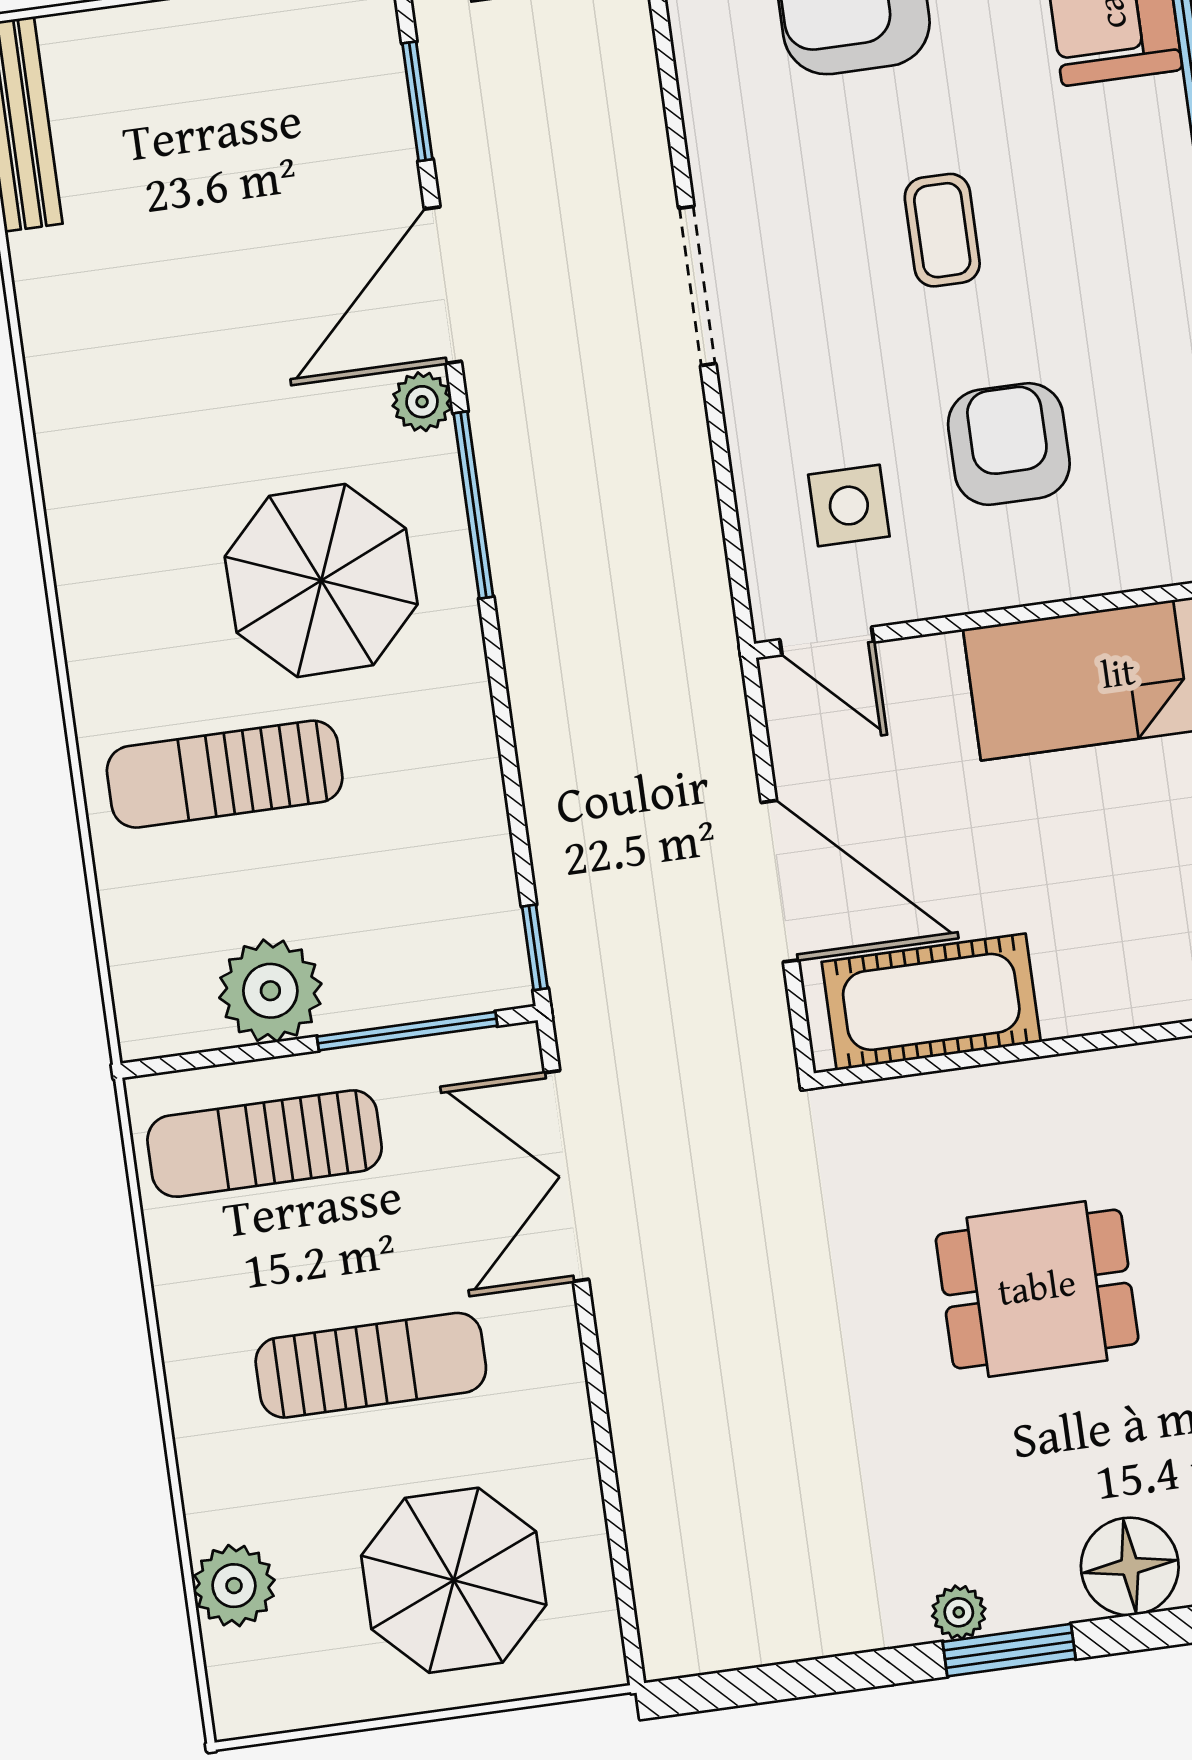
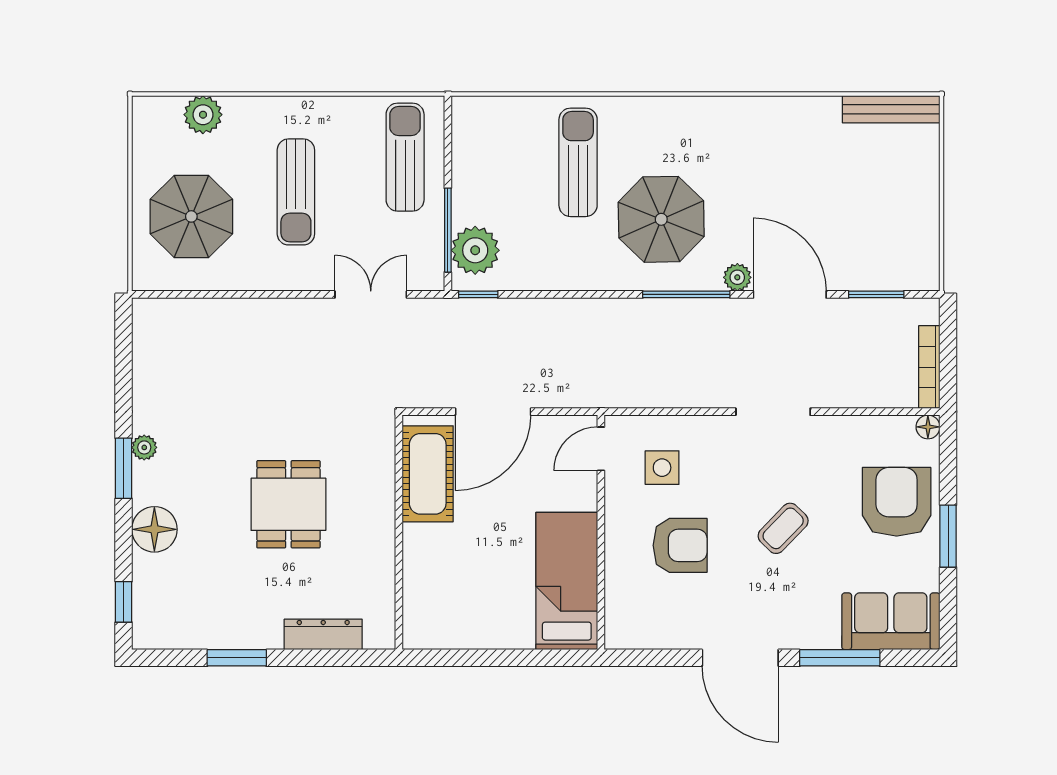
coffee table: (942, 230) -> (783, 528), turned -46
plant: (270, 991) -> (475, 250), moved
double door: (567, 1176) -> (371, 294), width x0.73

